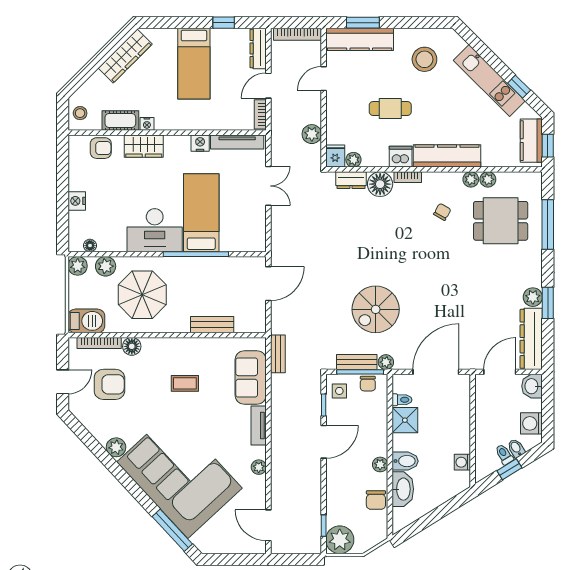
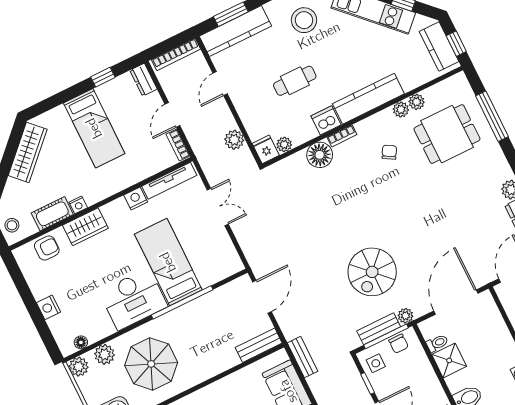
dresser: (258, 48) -> (143, 80), width x0.70
dresser: (351, 180) -> (291, 164), removed
bench: (212, 325) -> (259, 345), moved

